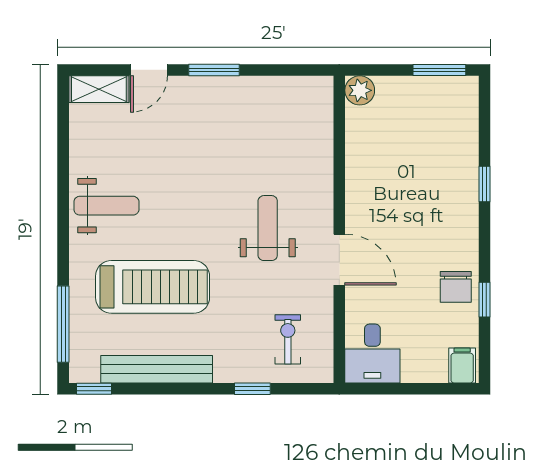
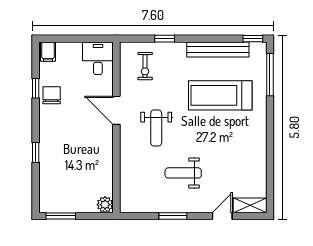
window: (214, 70) -> (173, 216), moved
weight bench: (106, 206) -> (183, 173), moved

